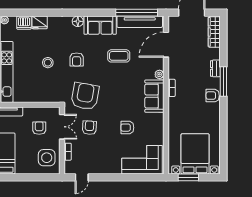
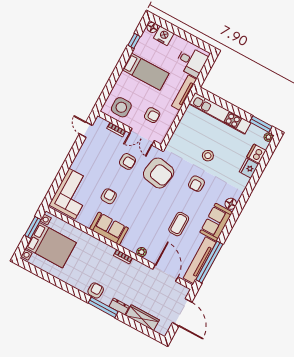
wardrobe: (214, 32) -> (142, 318), moved
armchair: (77, 59) -> (196, 184), turned -90
sofa: (154, 96) -> (109, 229), moved

